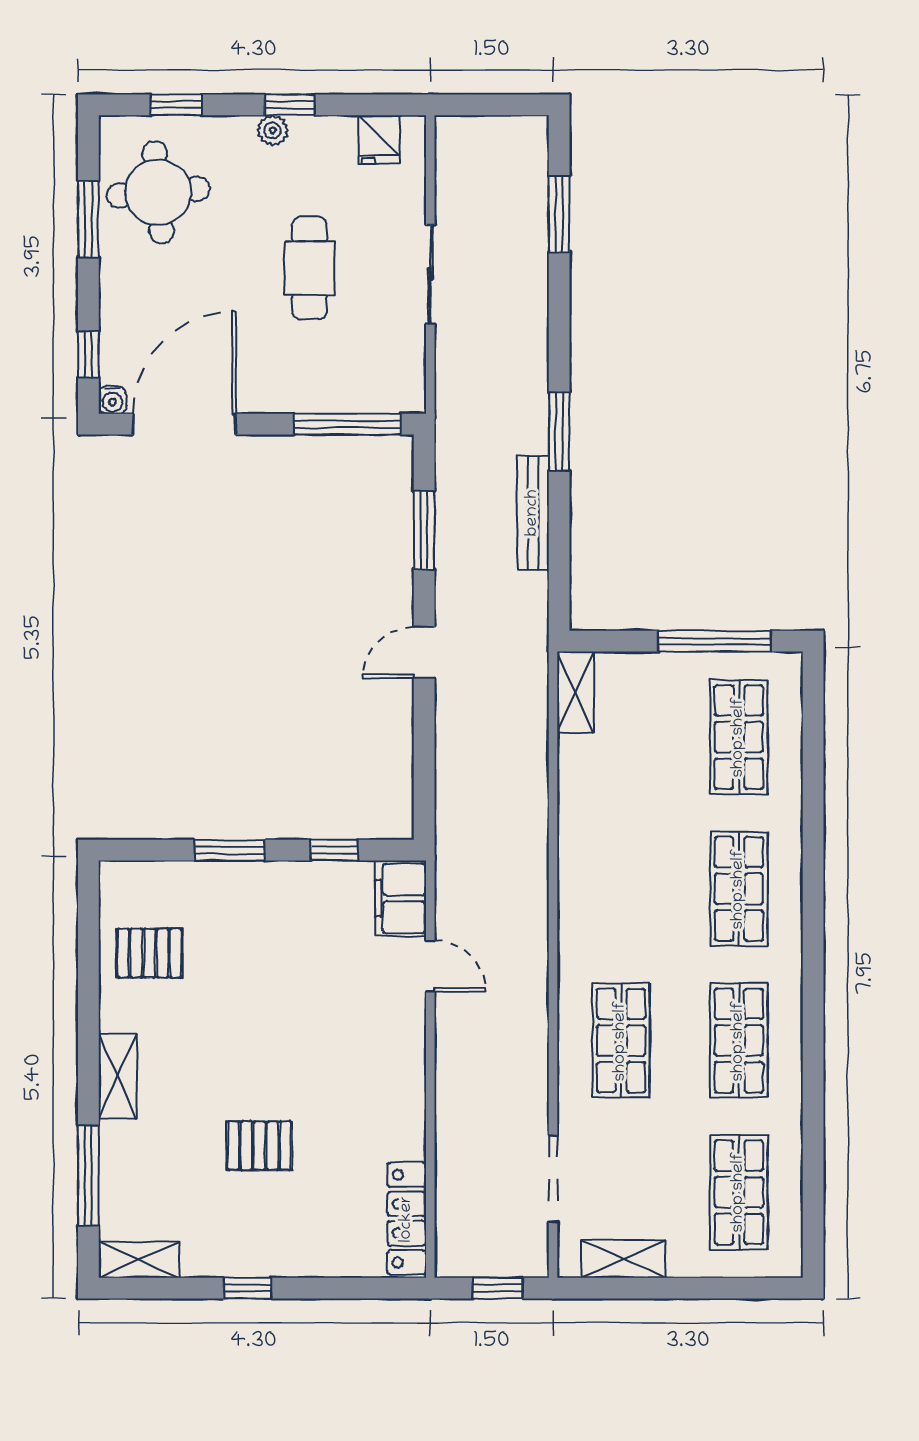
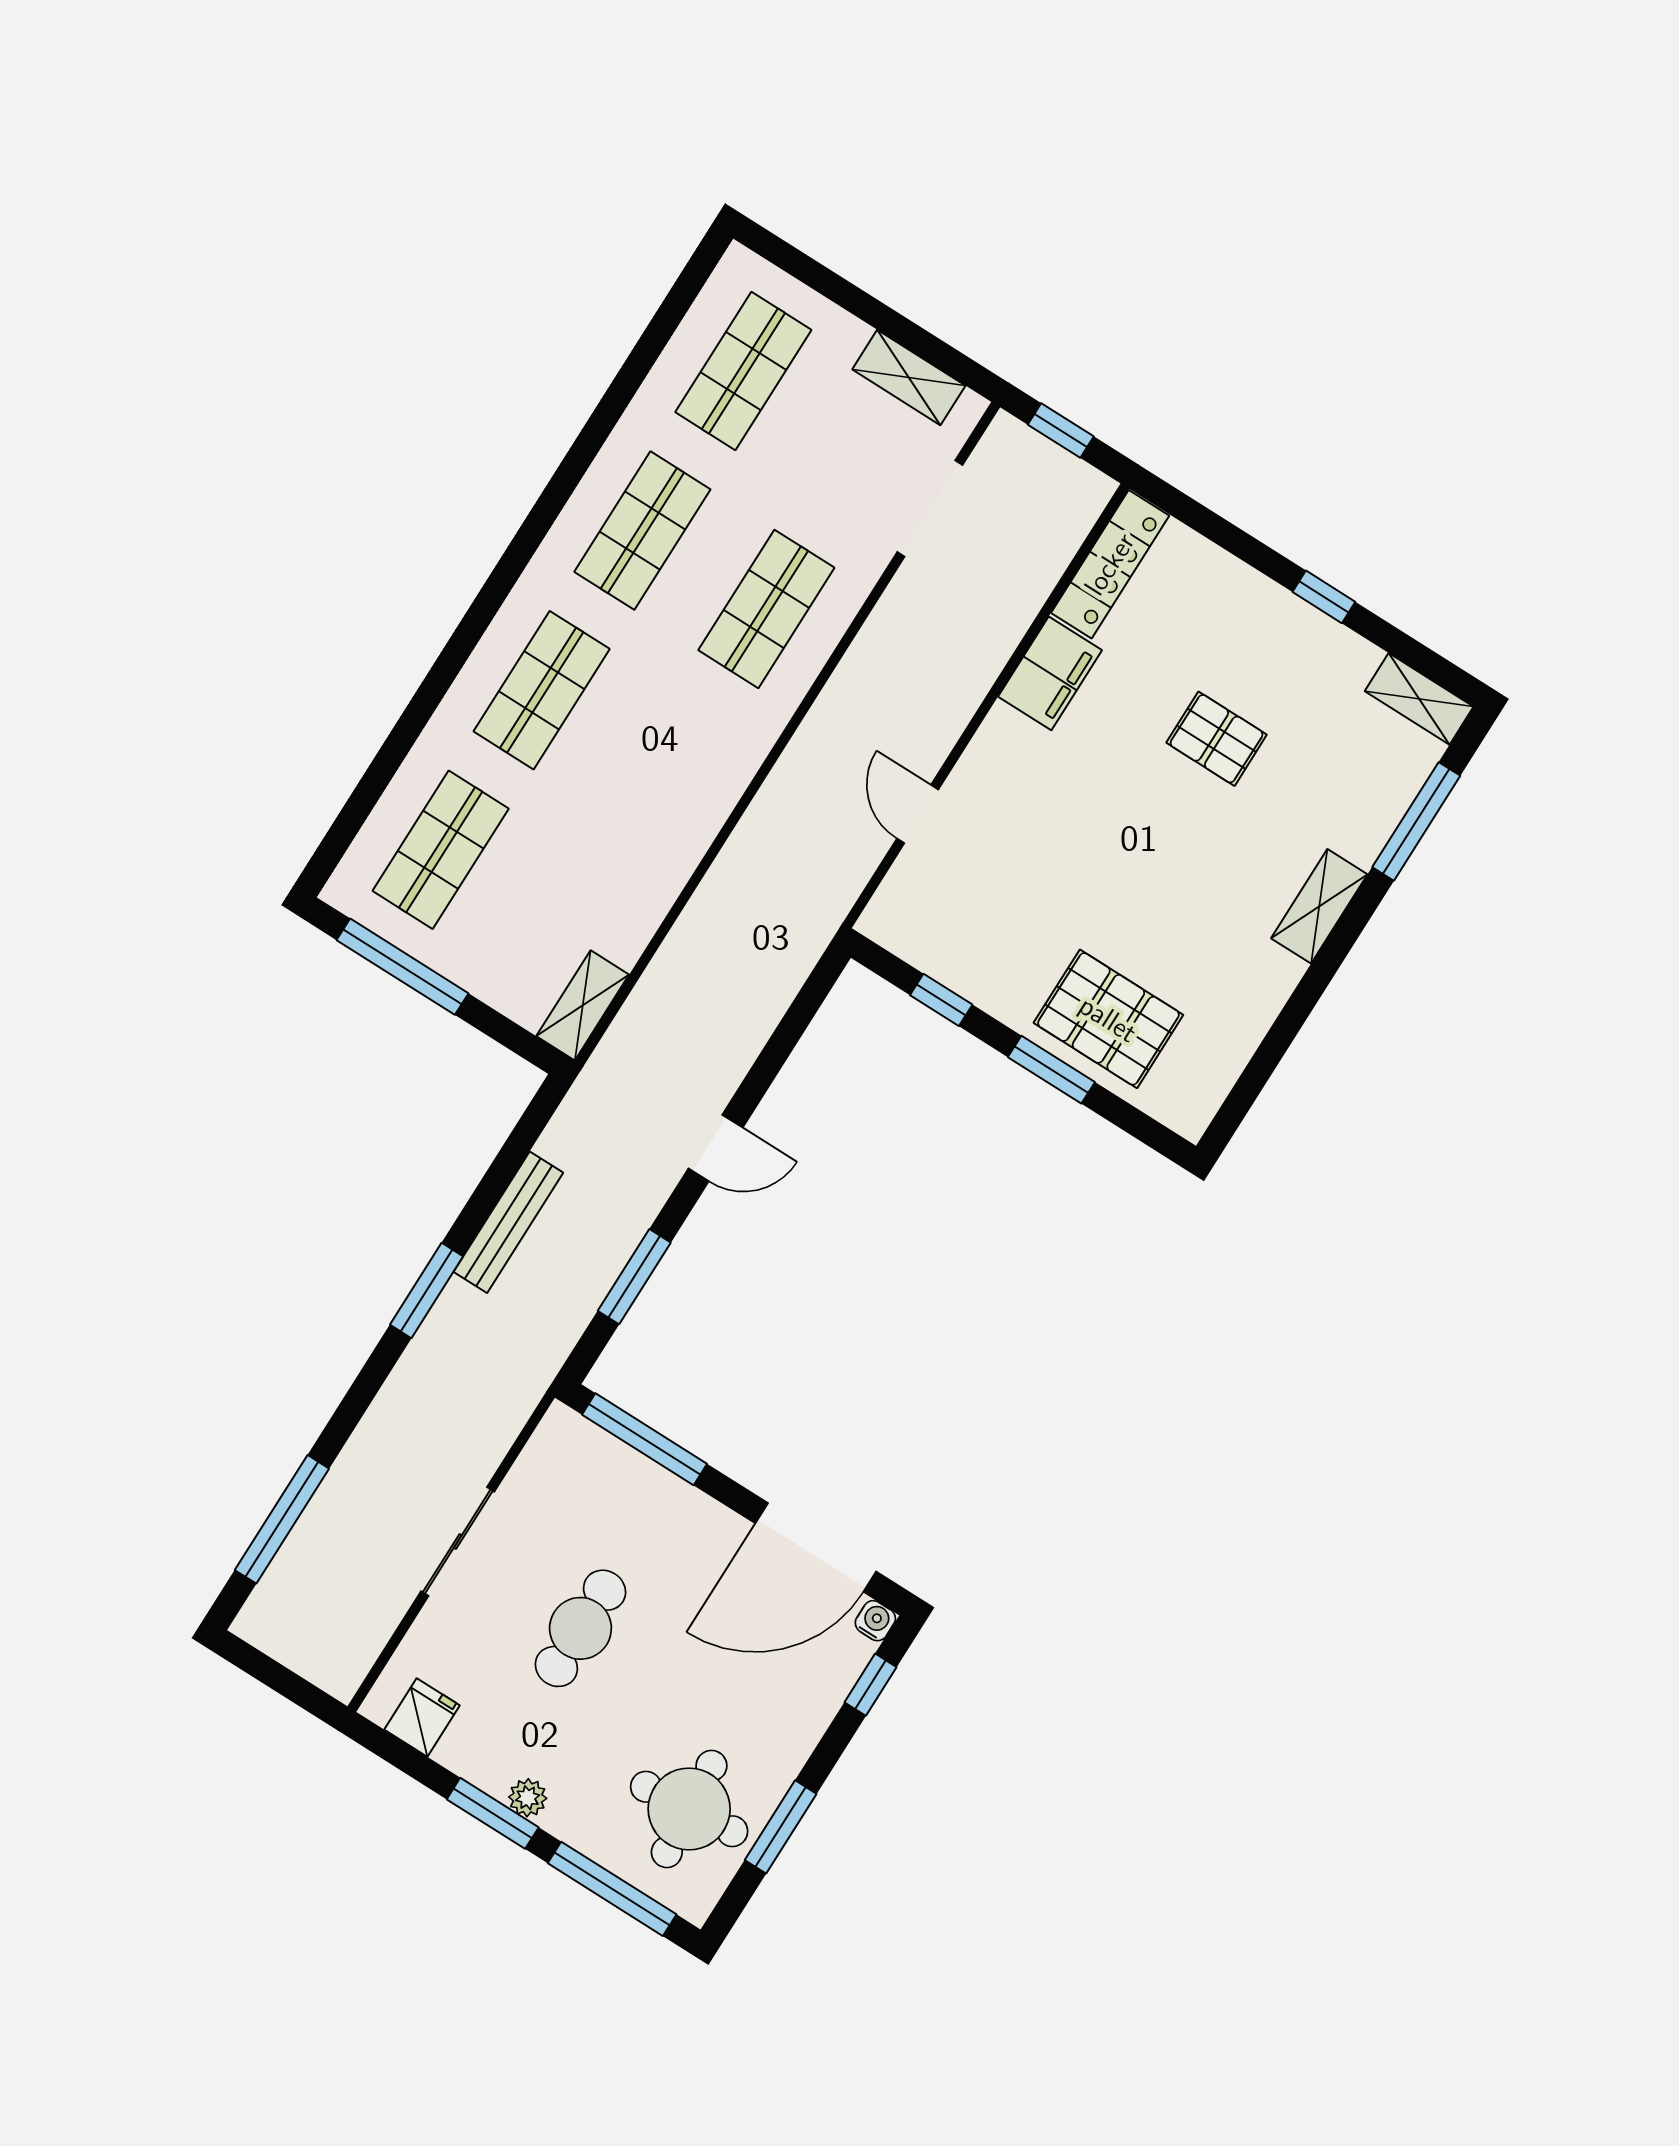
window: (176, 105) -> (612, 1889), width x2.17
window: (290, 105) -> (493, 1813), width x1.50
window: (559, 214) -> (282, 1519), width x1.44
filing cabinet: (401, 898) -> (1050, 673), moved
pallet: (150, 953) -> (1108, 1019), moved, width x1.50, depth x1.42

